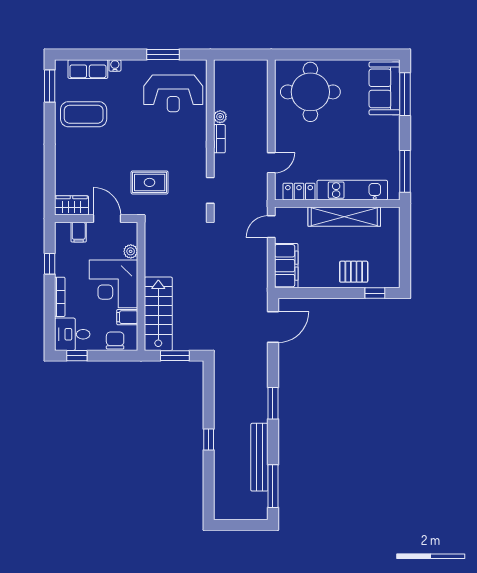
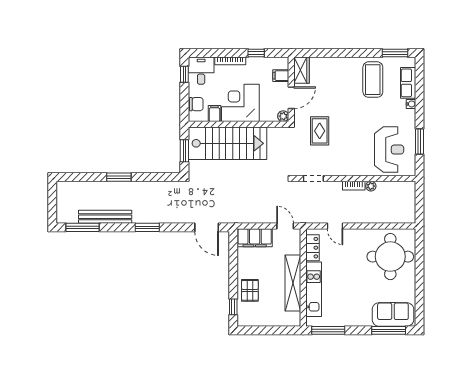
reception desk: (173, 93) -> (389, 150), turned 180
plant: (131, 251) -> (283, 116), moved
stairs: (158, 314) -> (228, 143), width x1.36, depth x1.51
window: (209, 439) -> (119, 177), width x1.50

